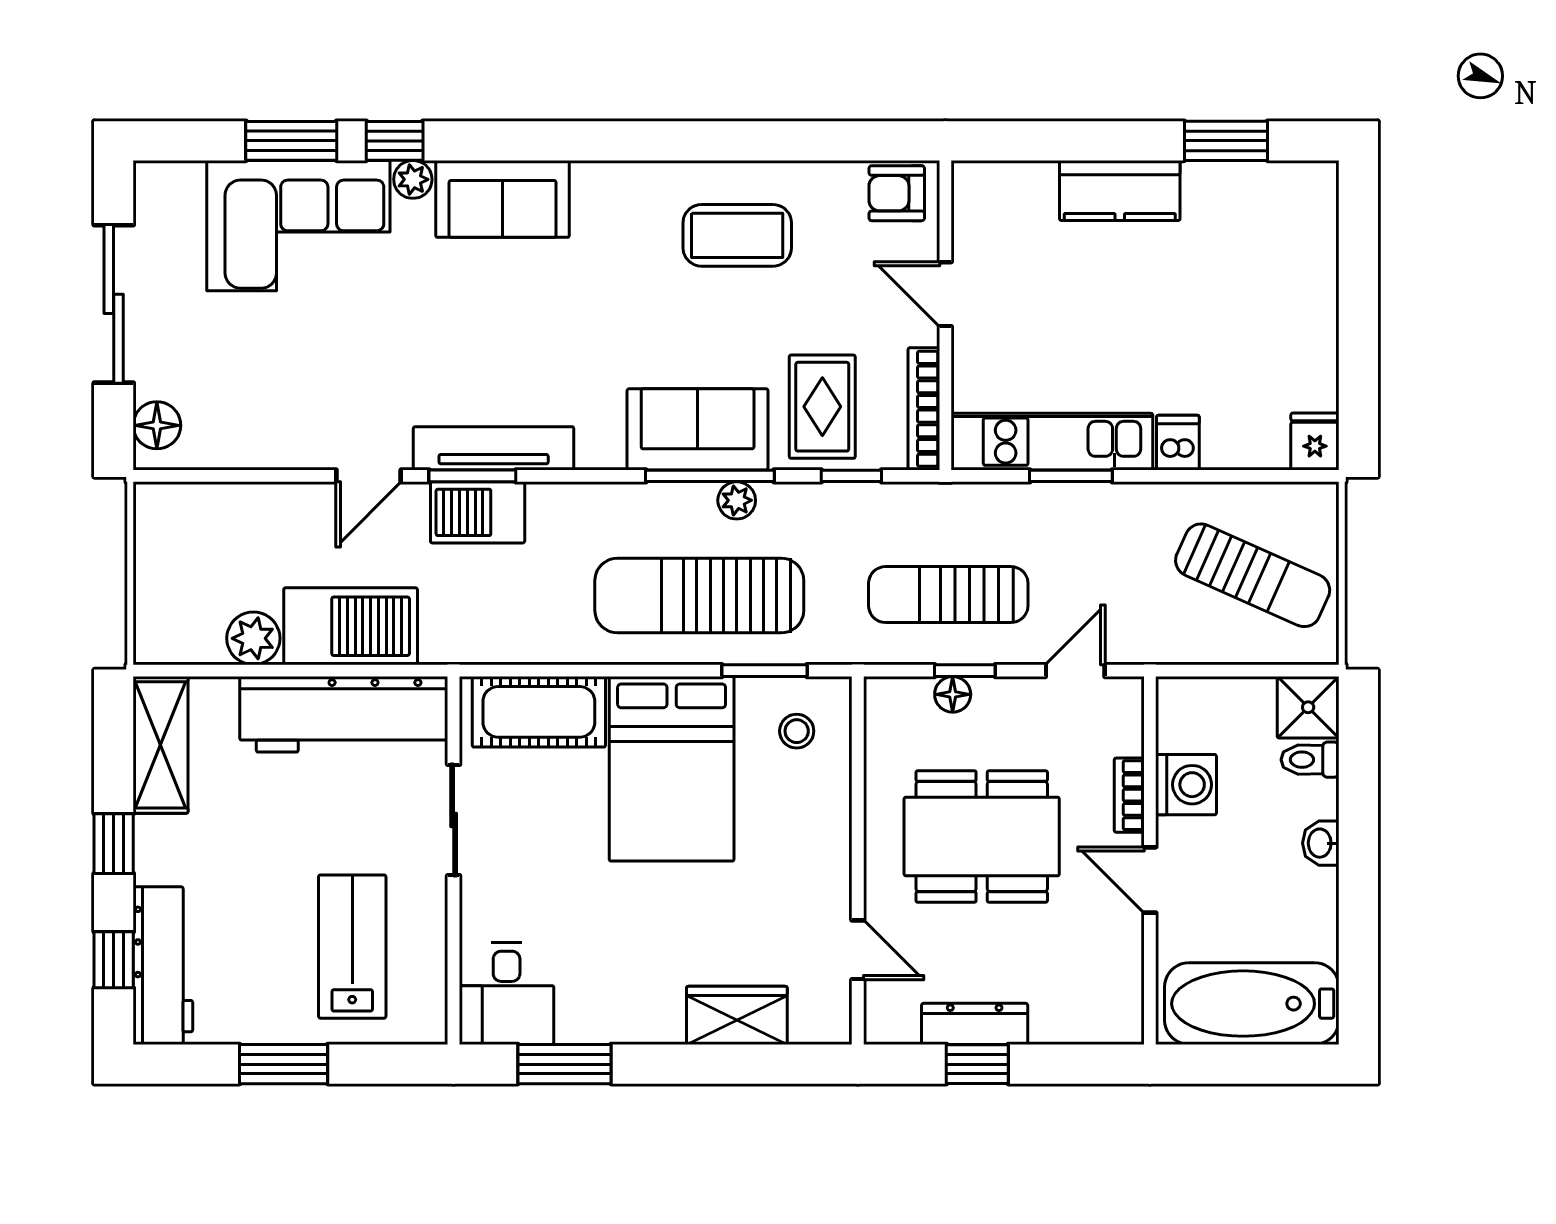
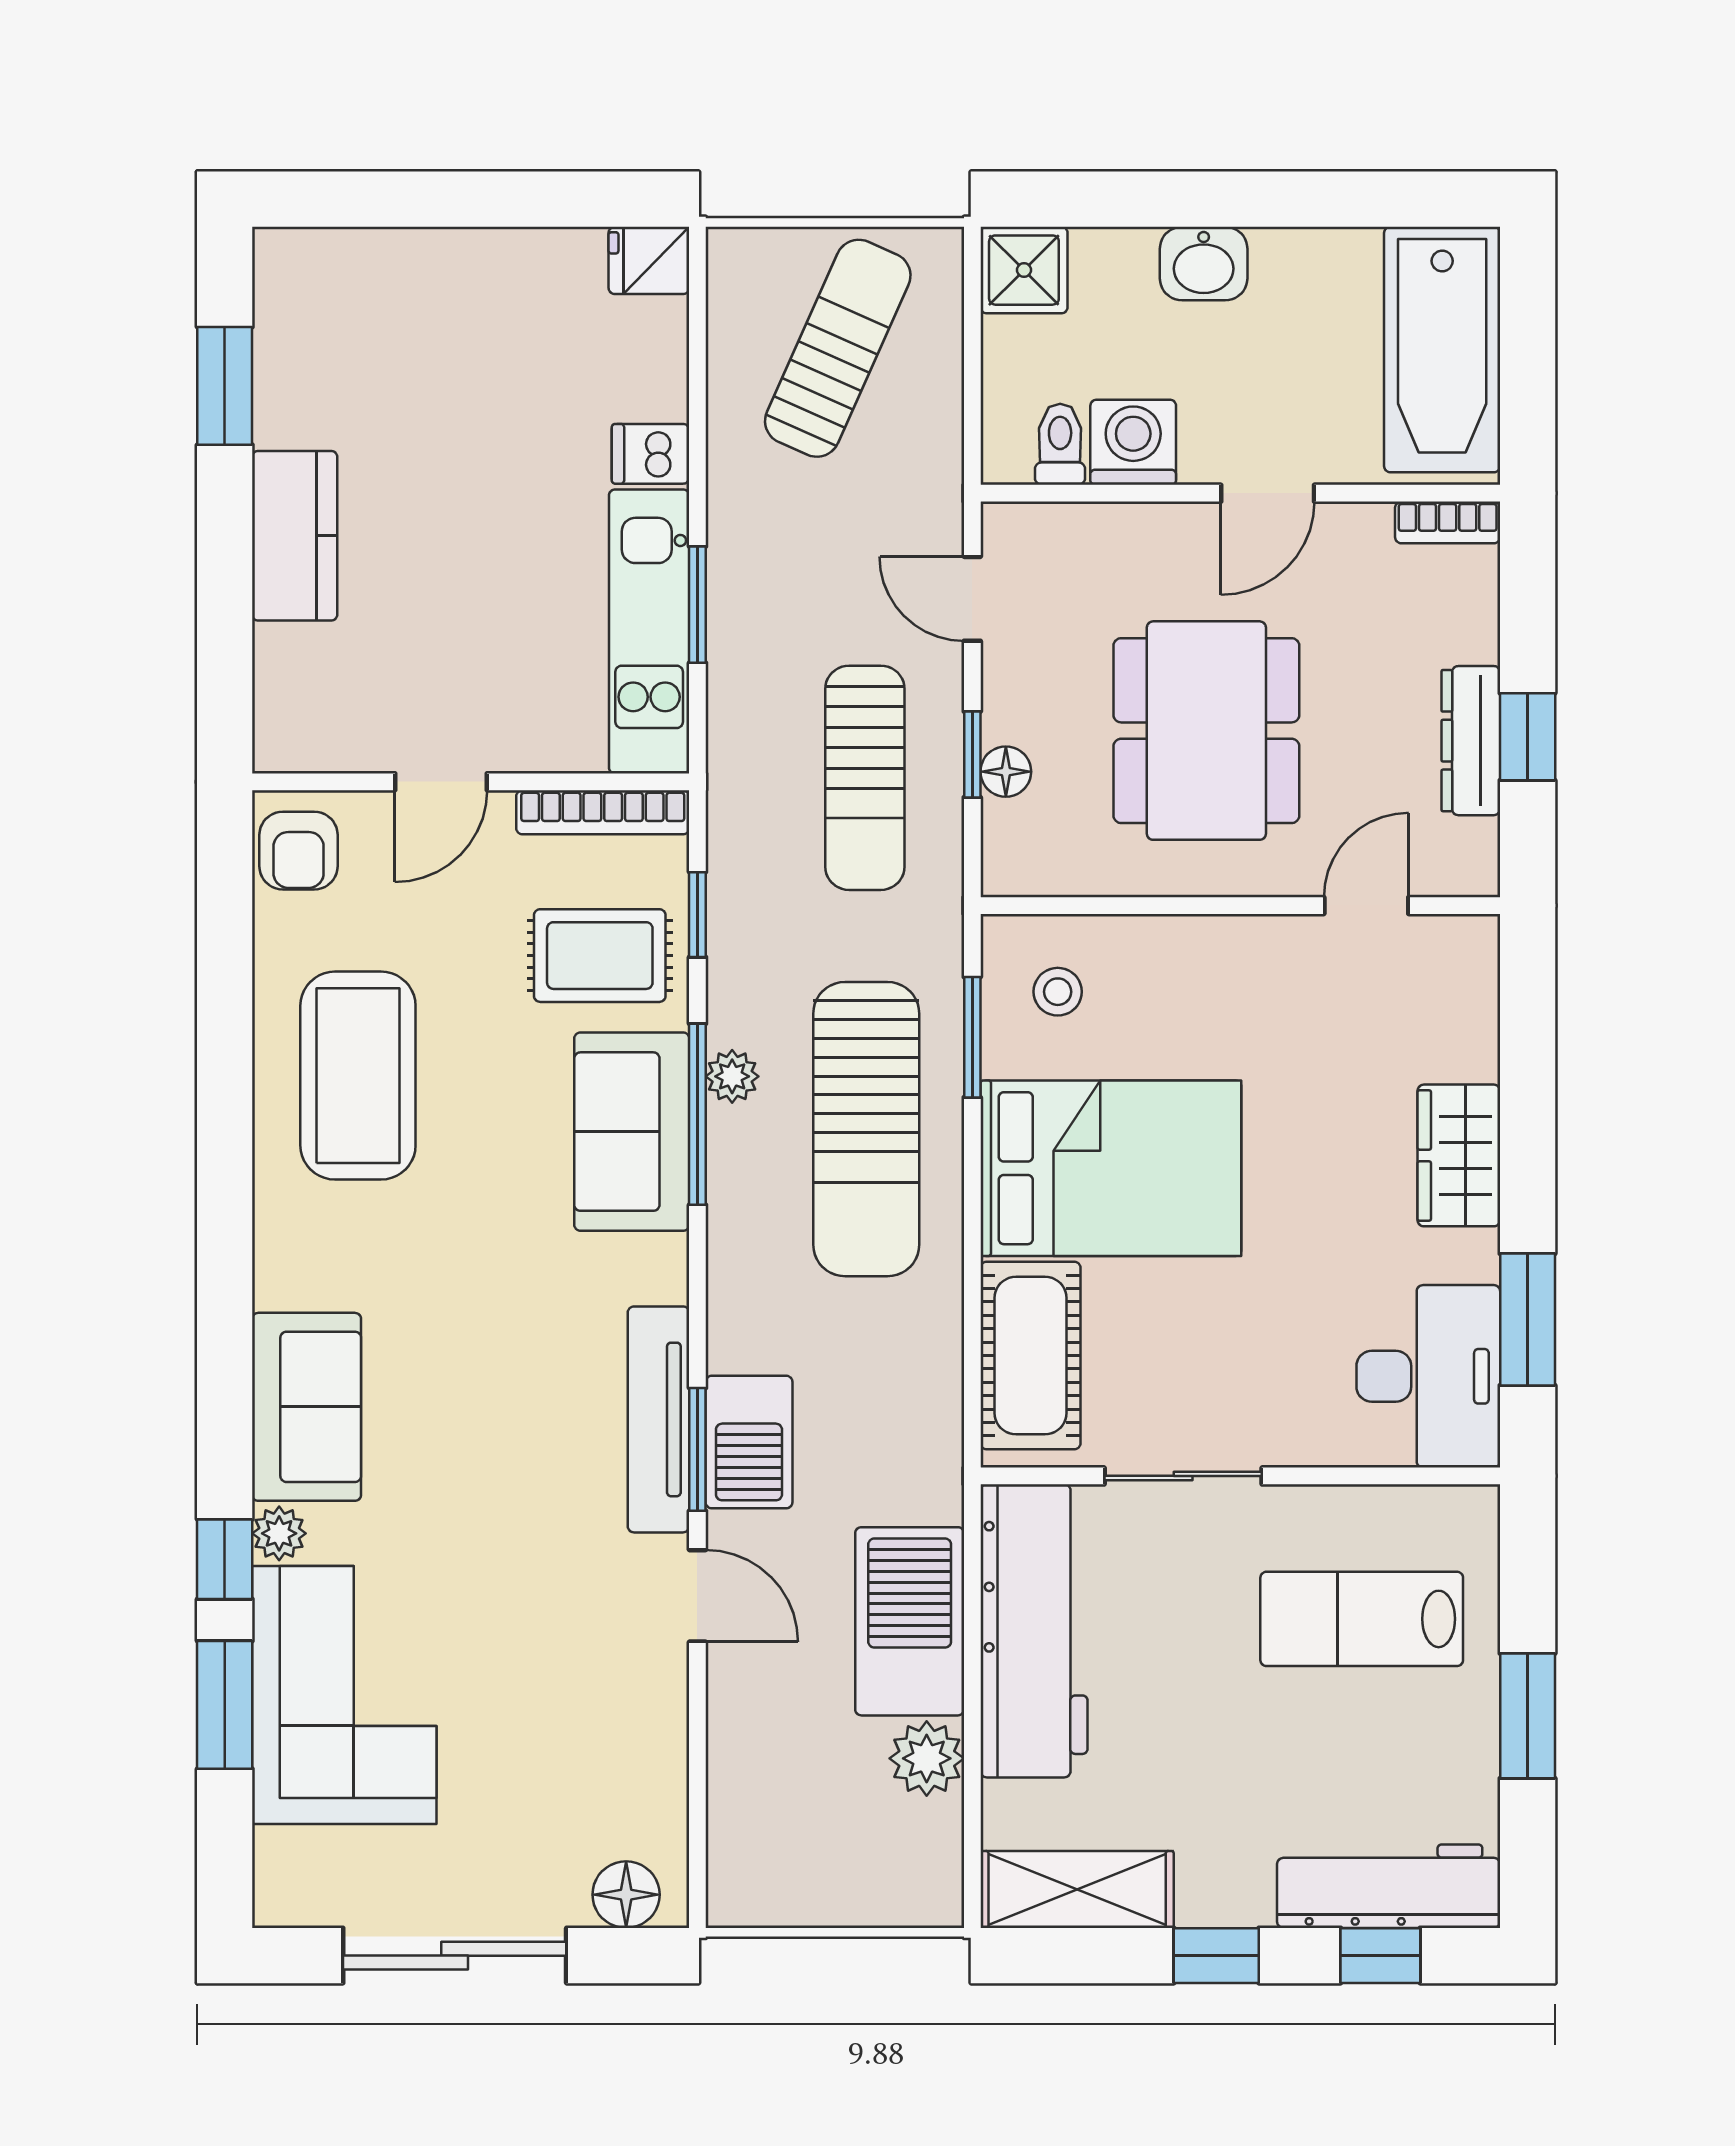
coffee table: (737, 235) -> (358, 1076), width x1.36, depth x1.32
toilet: (1310, 760) -> (1060, 444), moved, turned 180
bookcase: (1129, 795) -> (1448, 522), moved
washbasin: (1321, 843) -> (1204, 264), width x1.38, depth x1.45
desk: (507, 994) -> (1428, 1376), width x1.37
wardrobe: (737, 1015) -> (1459, 1155), moved

